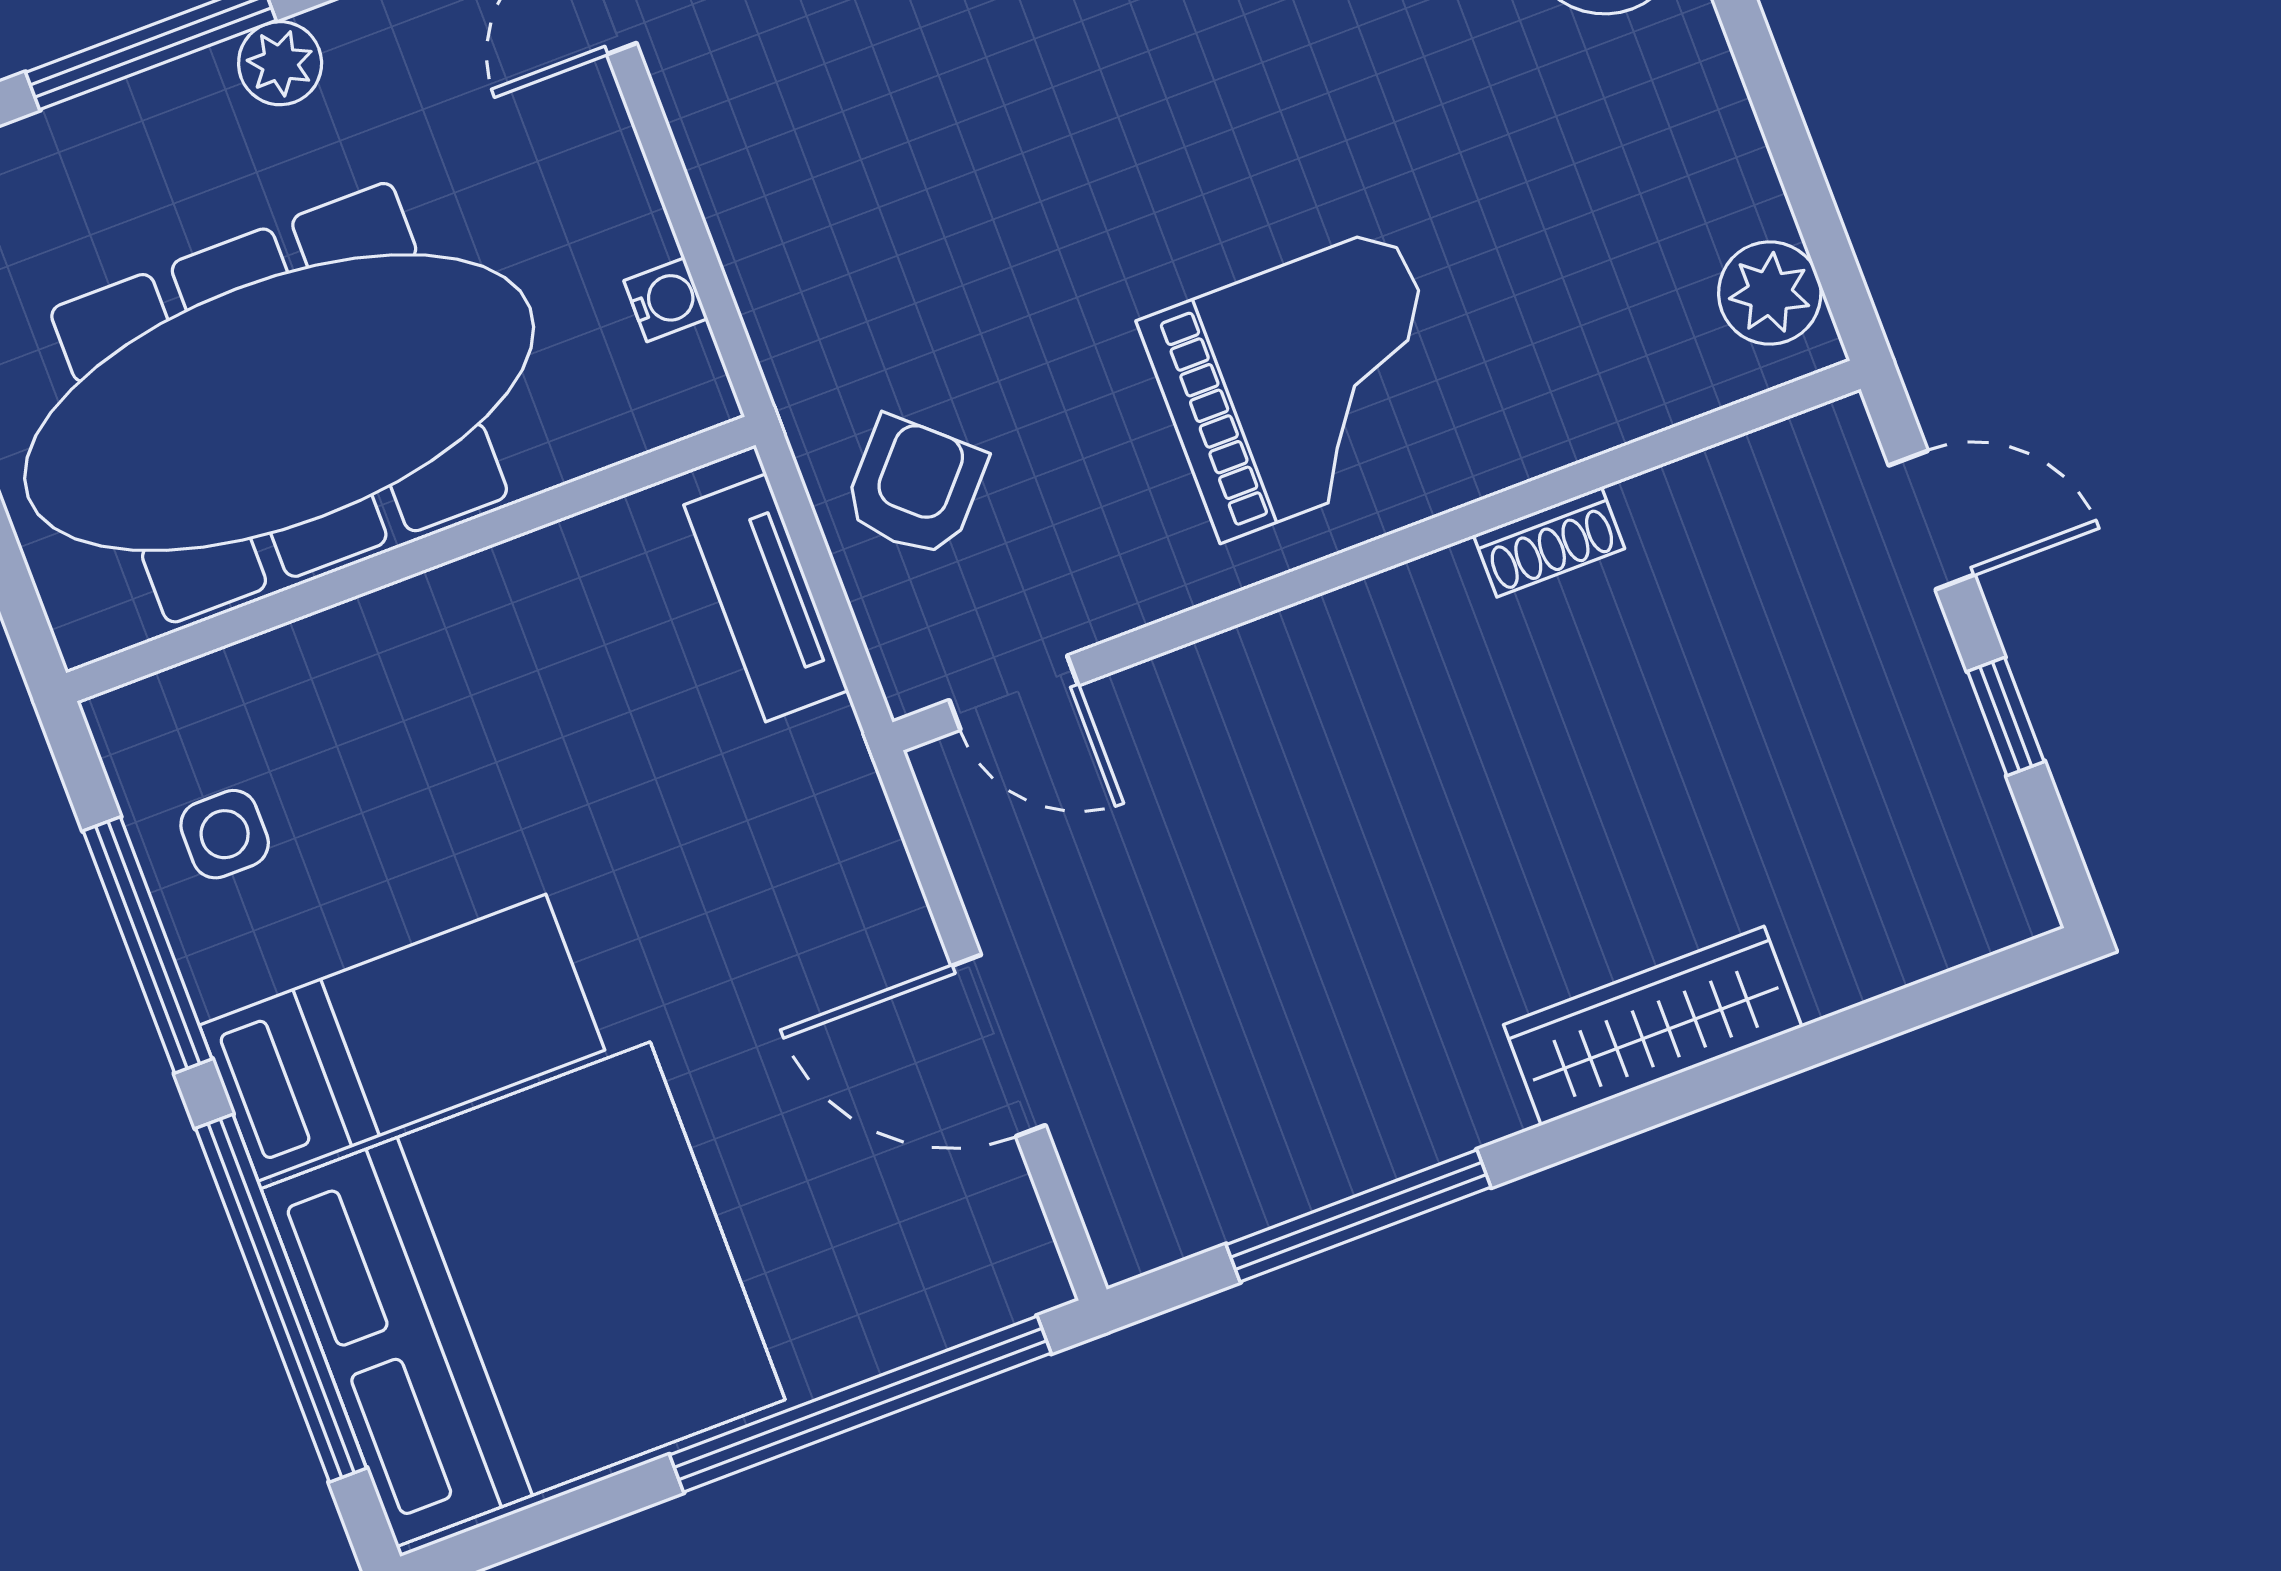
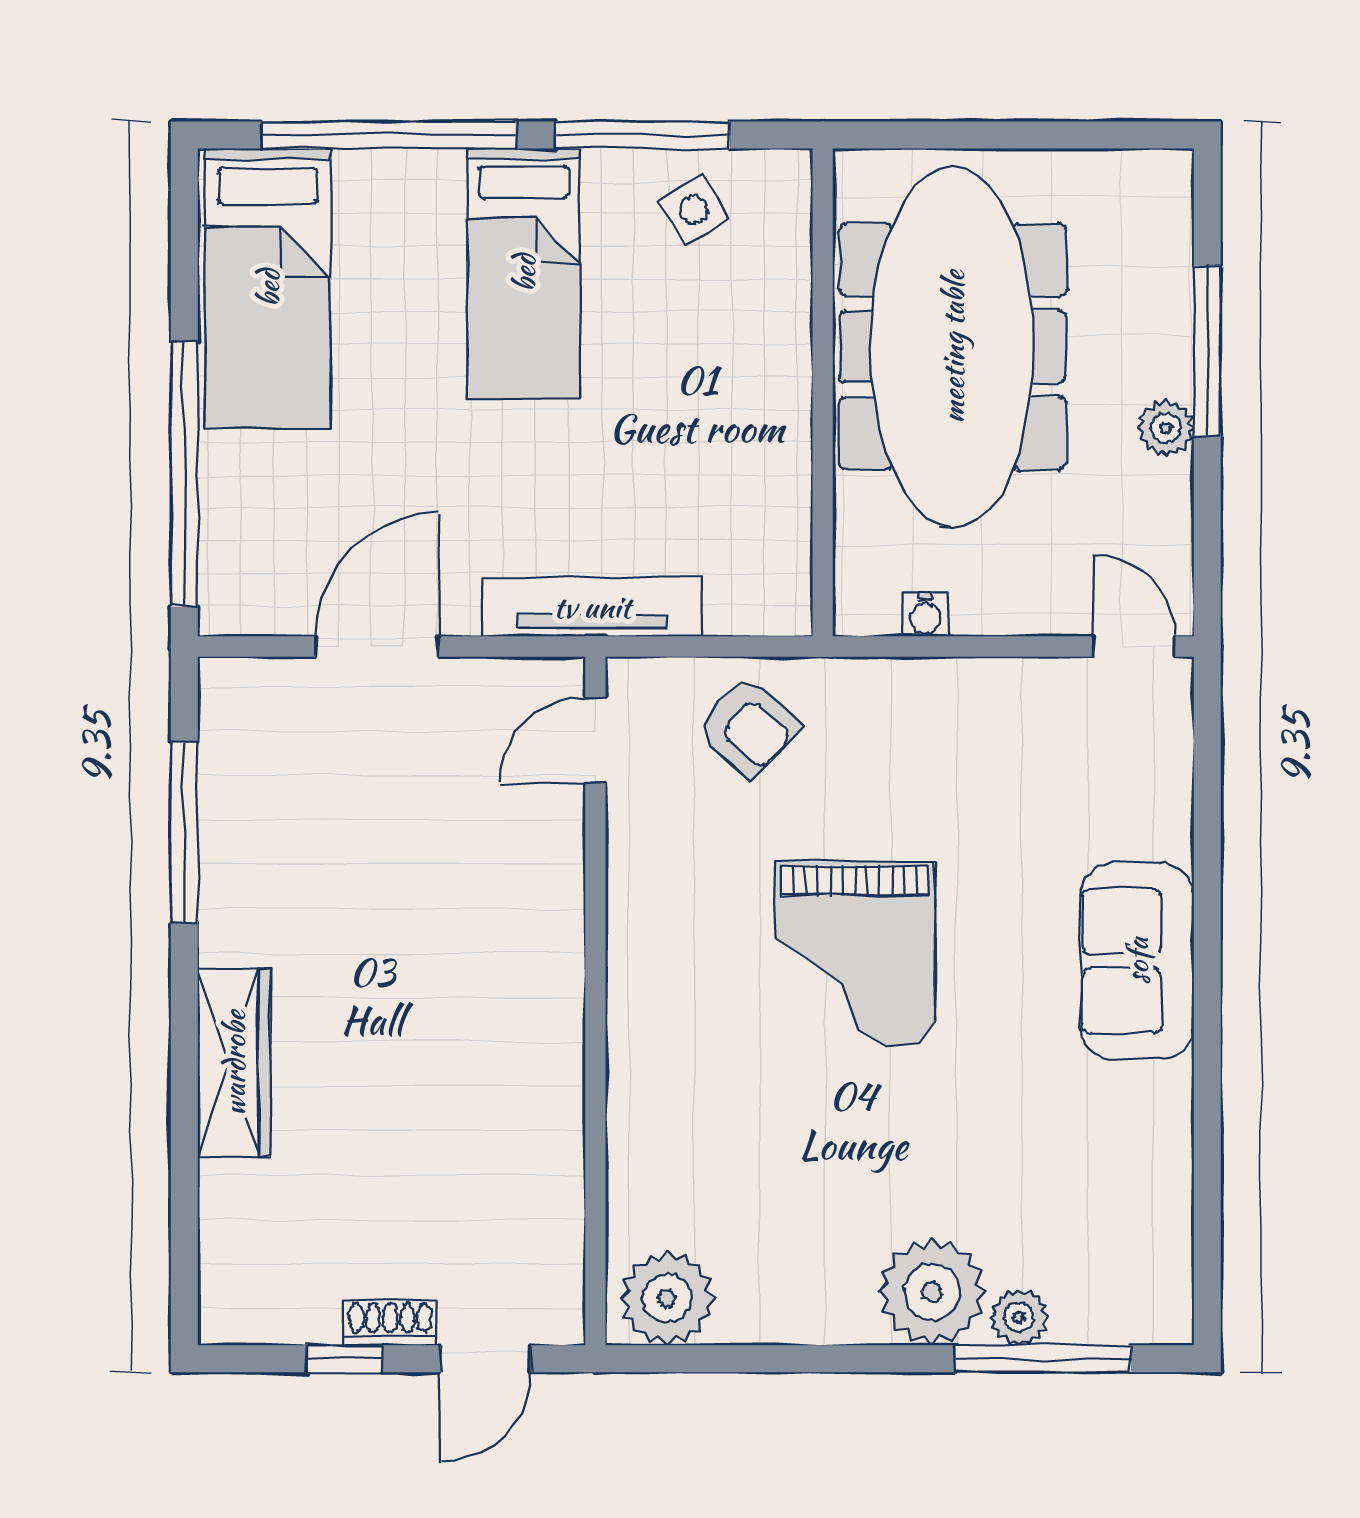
plant: (1770, 293) -> (667, 1298), width x1.36, depth x1.36
grand piano: (1307, 384) -> (855, 954), moved
shoe rack: (1549, 542) -> (390, 1323), moved, turned 90
tv unit: (766, 598) -> (592, 607), moved, width x1.41
side table: (225, 834) -> (694, 210), turned -31
bed: (523, 1294) -> (268, 288), width x0.49

